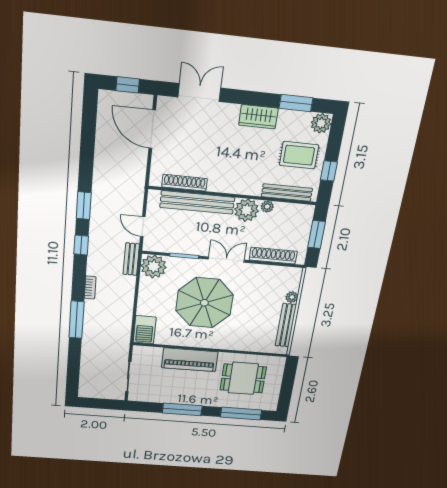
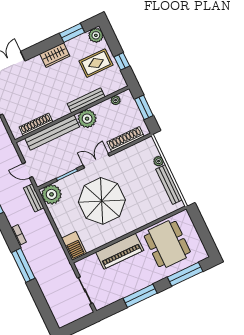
bench: (287, 193) -> (86, 100), moved
plant: (267, 207) -> (116, 100), moved
dining table: (243, 378) -> (167, 244), width x1.38

